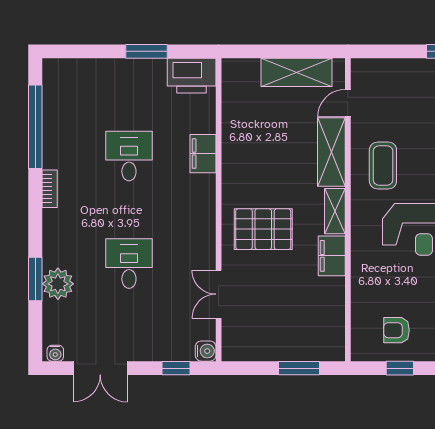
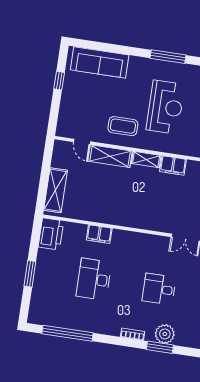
window: (147, 51) -> (30, 274), moved
shelving: (297, 72) -> (56, 190), moved
desk: (129, 156) -> (94, 279), width x1.37
bookcase: (50, 189) -> (133, 334), moved
pallet: (263, 229) -> (151, 205), removed

